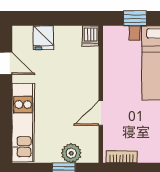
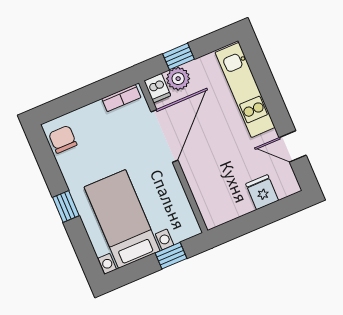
dishwasher: (91, 36) -> (157, 88), moved, turned 180
door: (101, 113) -> (165, 136), width x1.87

